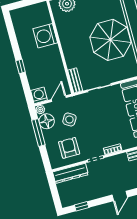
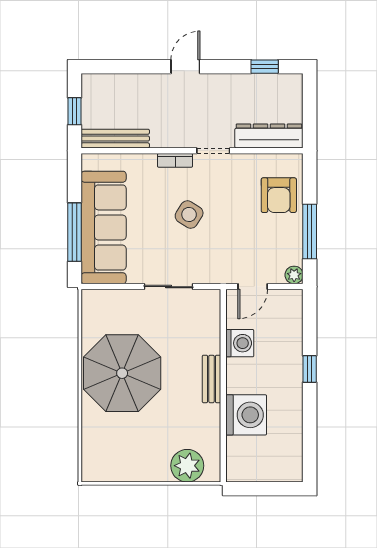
bench: (75, 80) -> (211, 379), moved
washing machine: (39, 95) -> (240, 343), moved, turned -90
side table: (69, 119) -> (189, 214), moved
floor lamp: (47, 121) -> (288, 249), removed
armchair: (69, 148) -> (279, 195), moved

